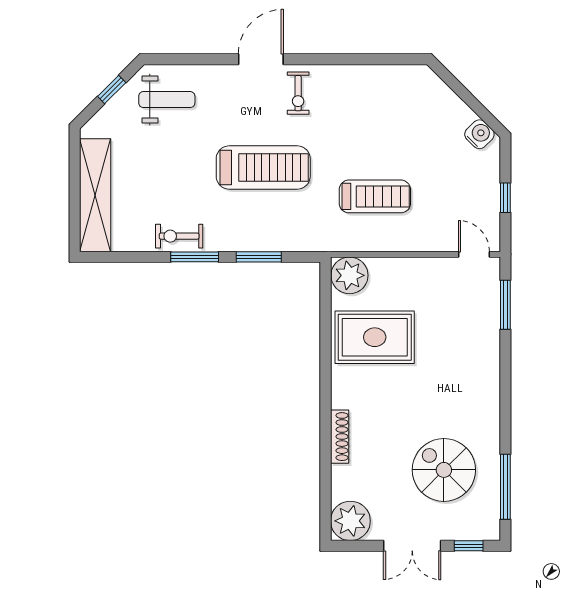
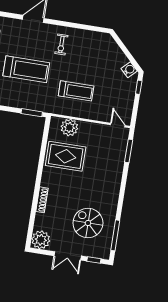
exercise bike: (298, 93) -> (61, 45), moved
window: (505, 198) -> (139, 87), moved
window: (259, 257) -> (32, 113), moved
plant: (349, 275) -> (69, 127), moved

